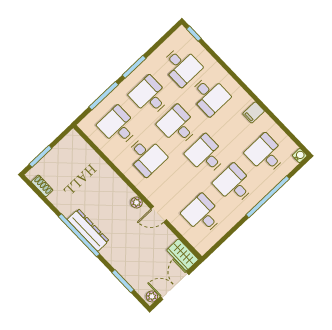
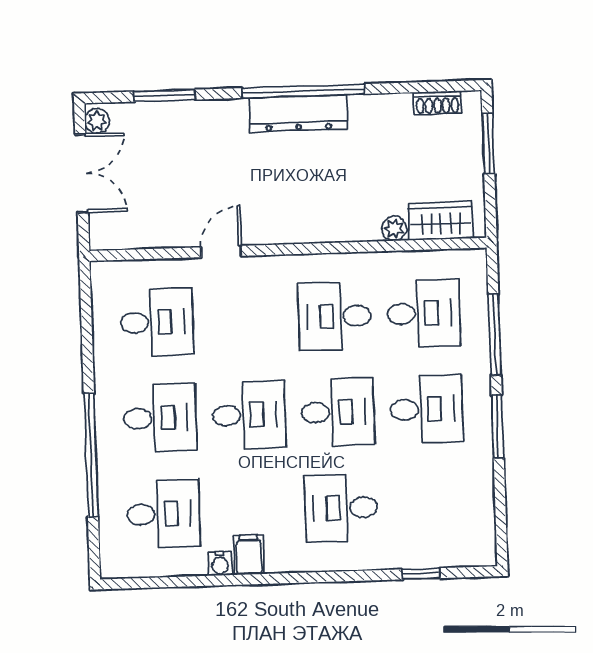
window: (194, 34) -> (421, 574), moved
desk: (181, 66) -> (430, 505), removed
water cooler: (300, 156) -> (220, 564), moved
plant: (137, 202) -> (394, 229), moved
wardrobe: (183, 255) -> (441, 221), moved

